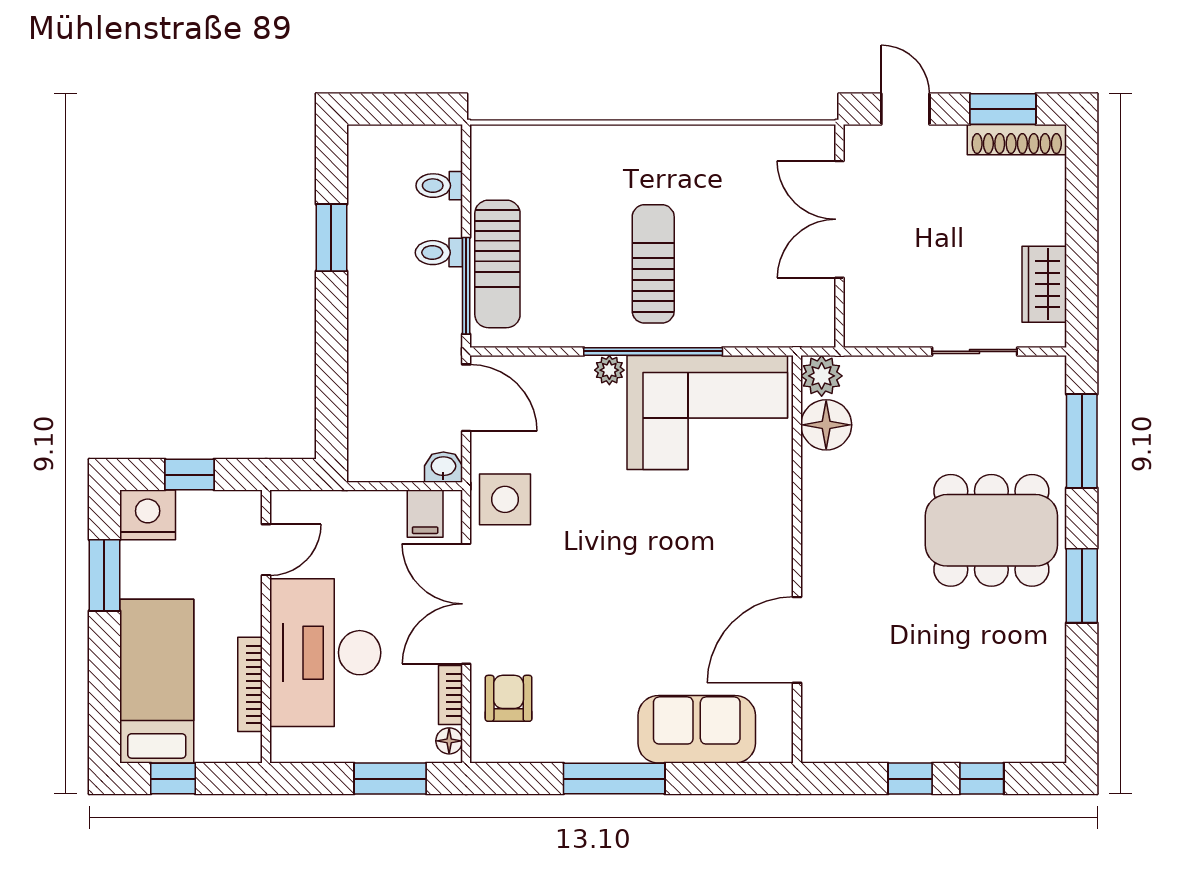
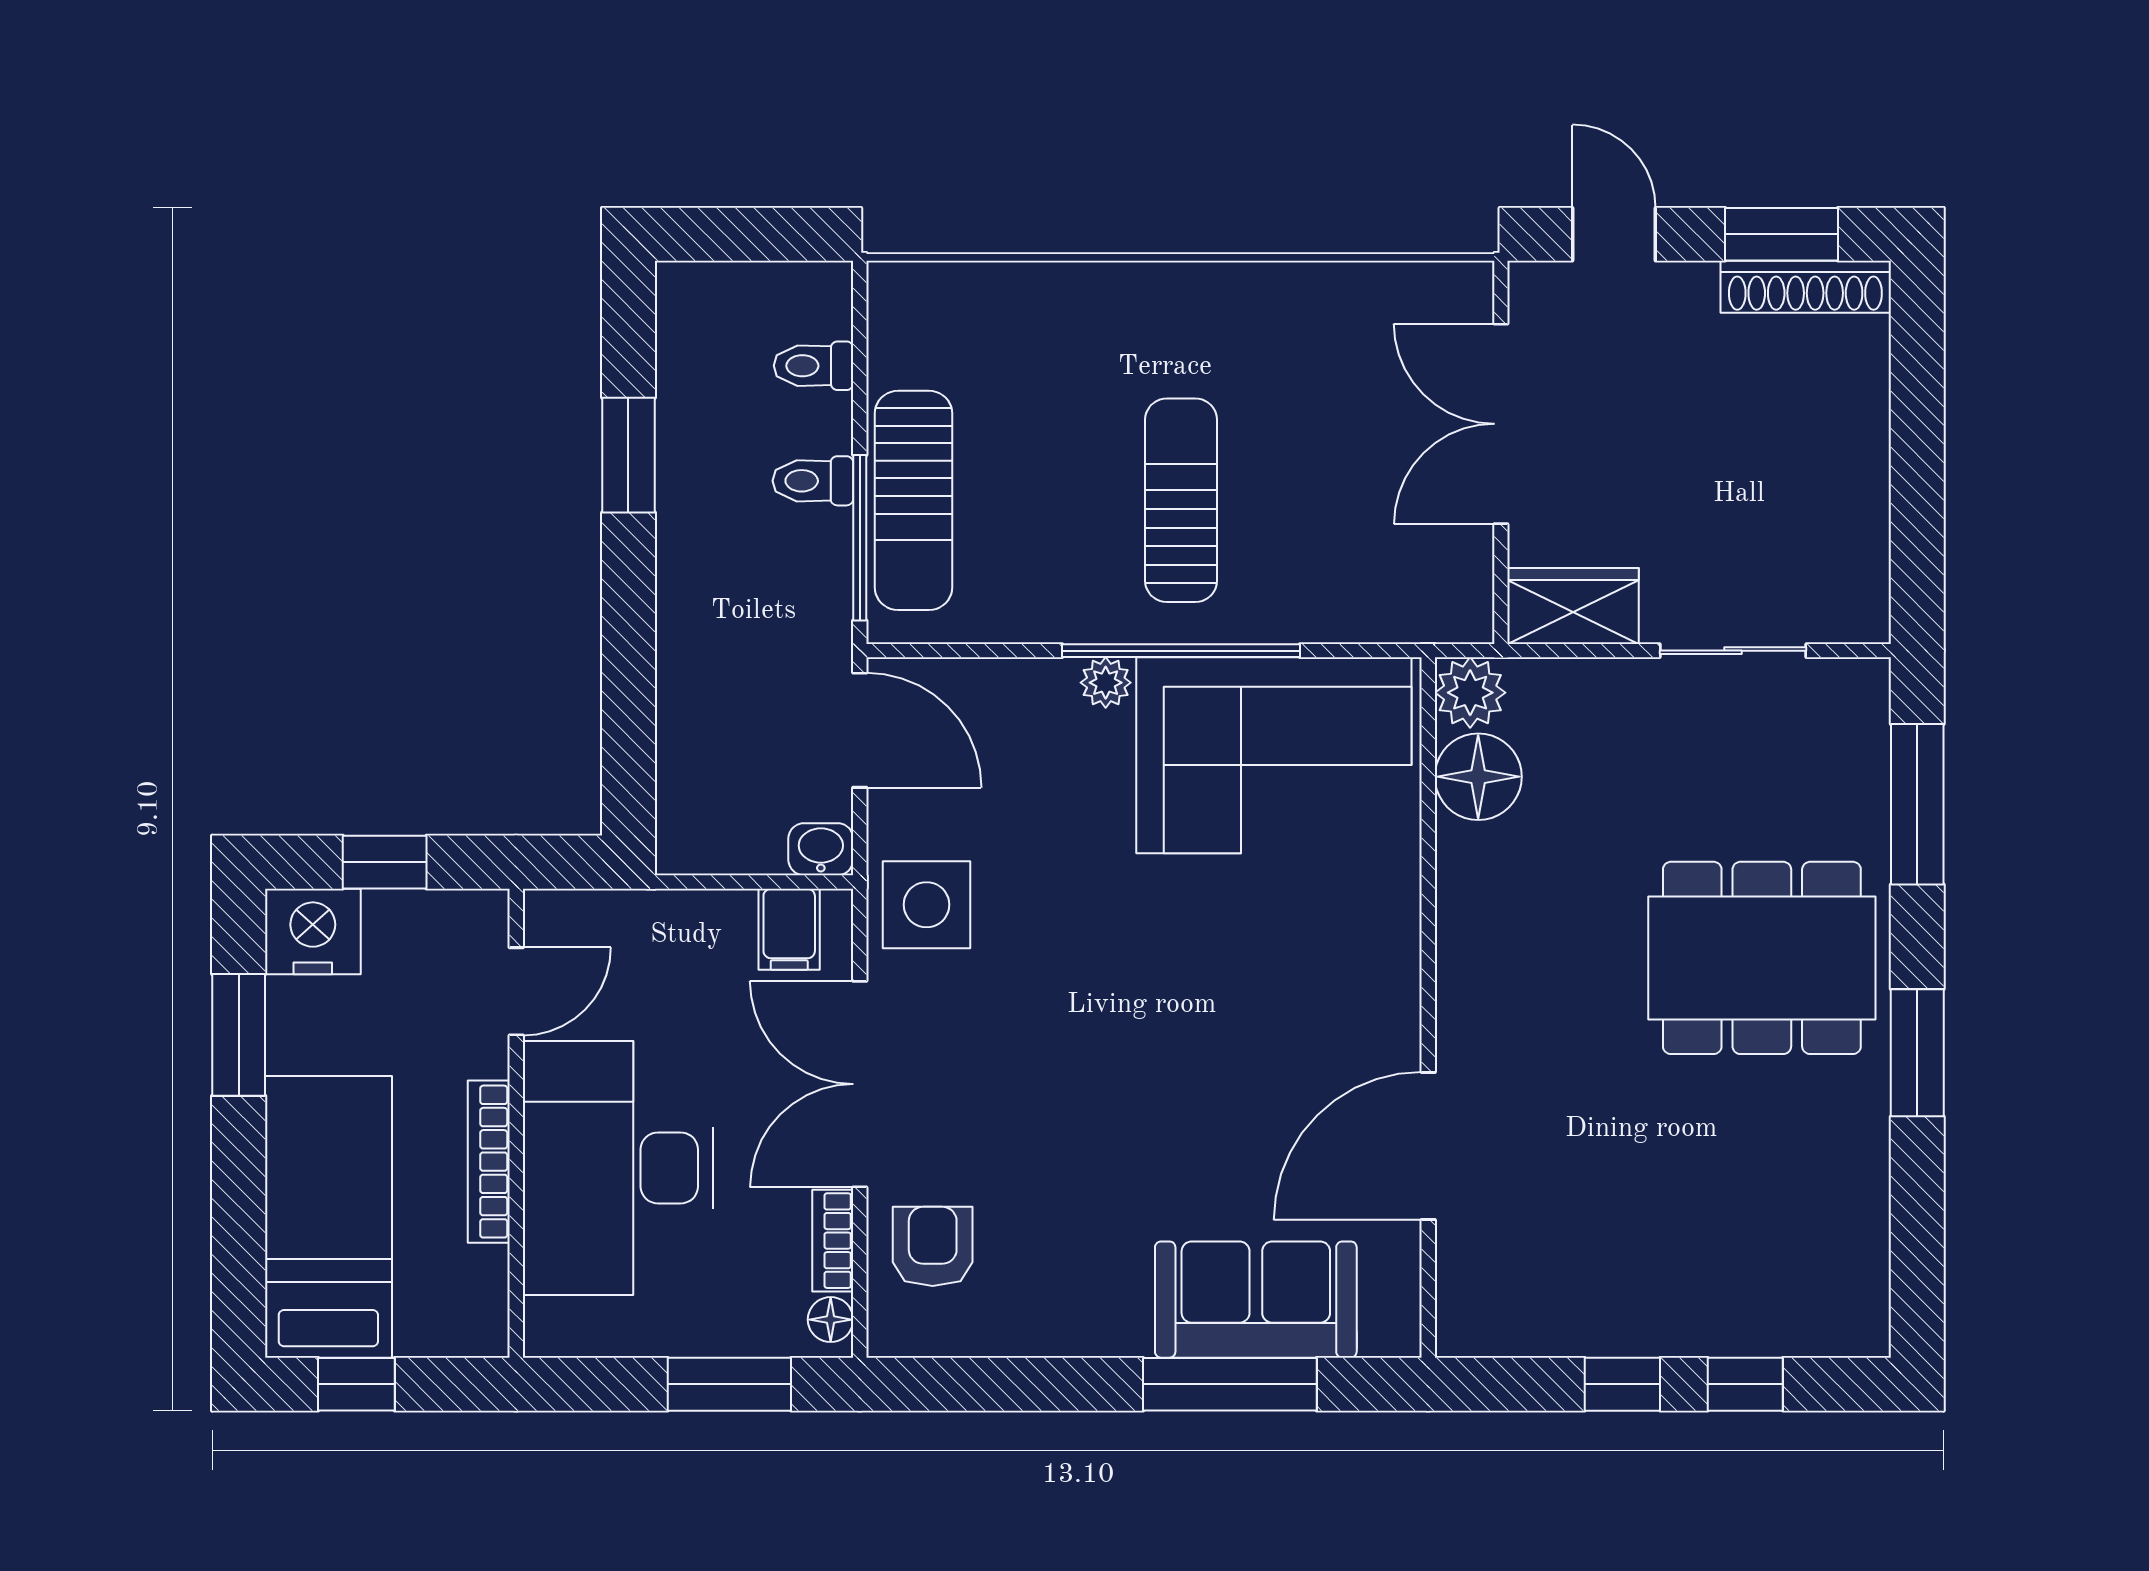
wardrobe: (1044, 284) -> (1573, 606), moved, turned 90
bookcase: (250, 684) -> (489, 1162), moved
window: (614, 779) -> (1230, 1384), moved

